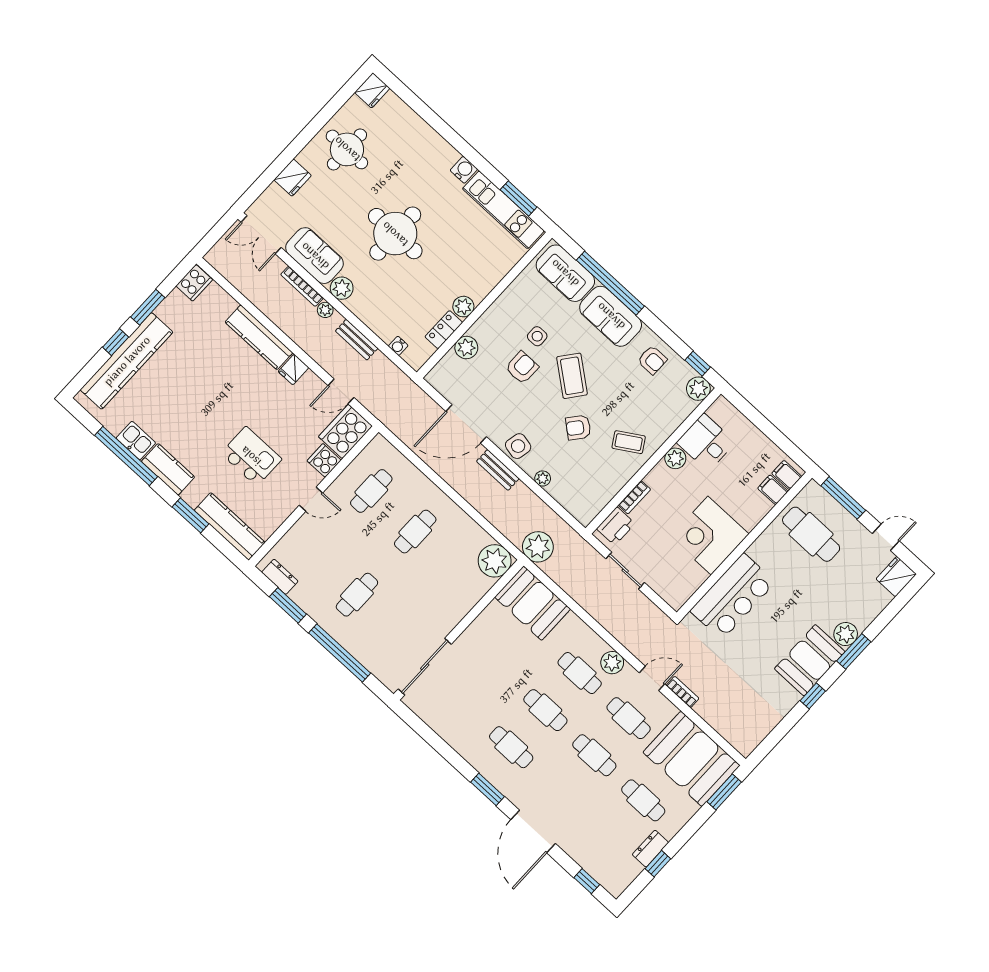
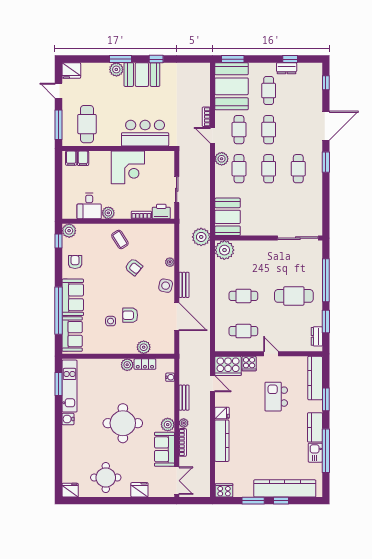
coffee table: (572, 376) -> (114, 290), removed
cafe table: (357, 595) -> (294, 296), width x1.37, depth x1.35

